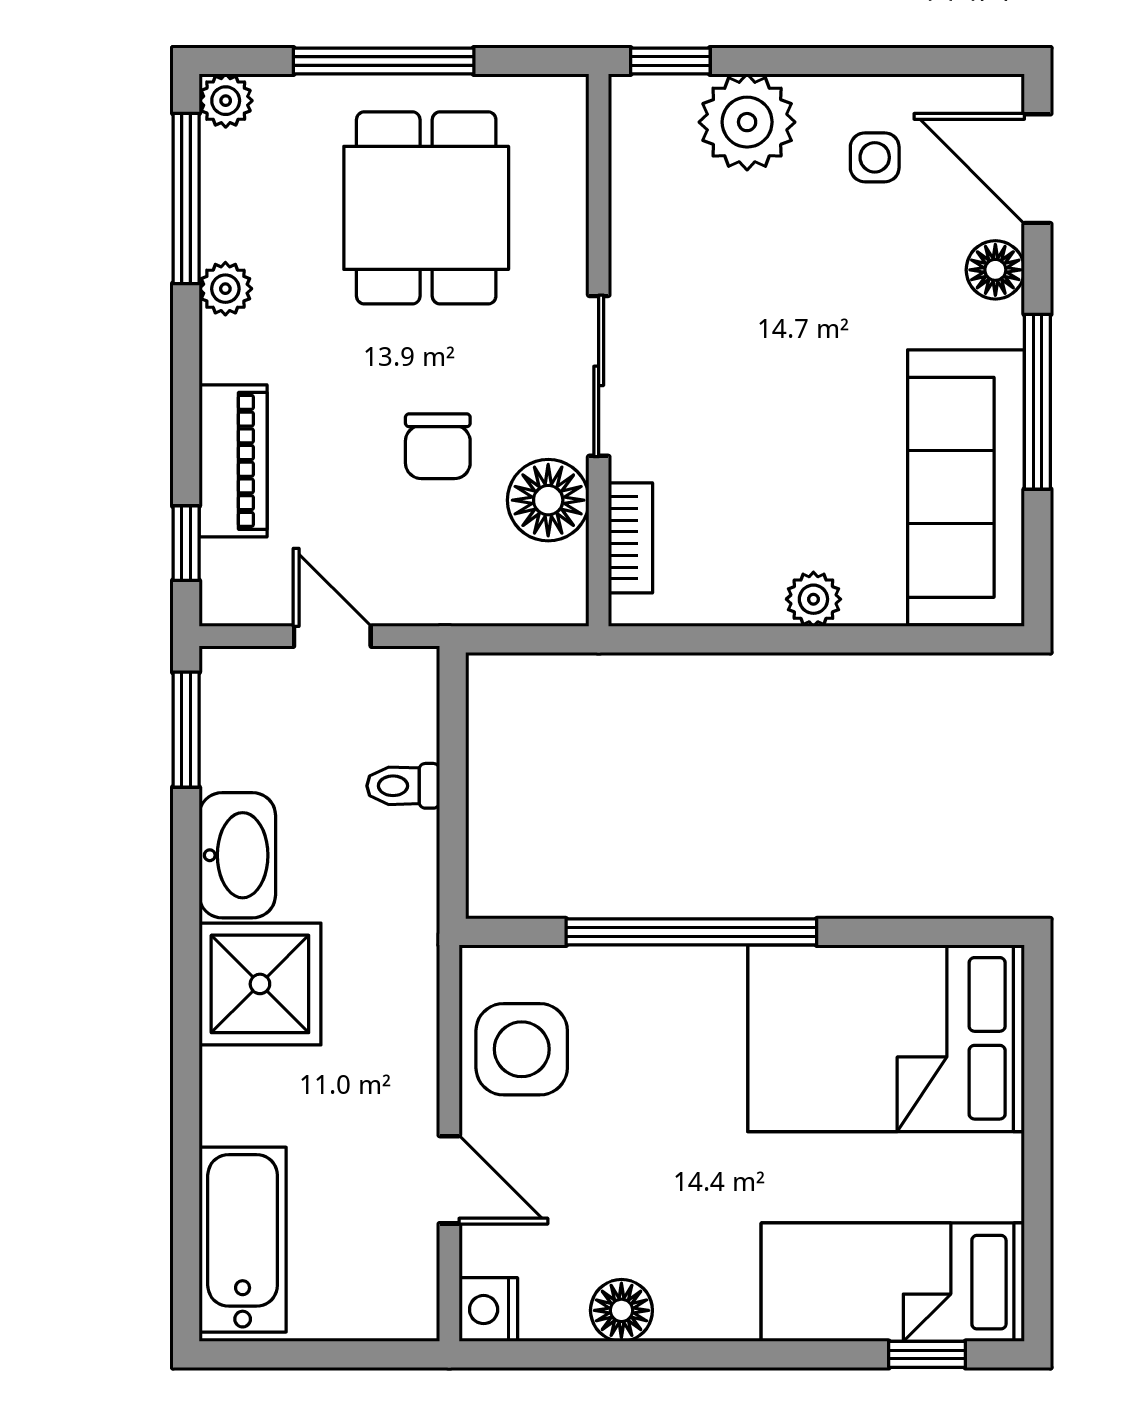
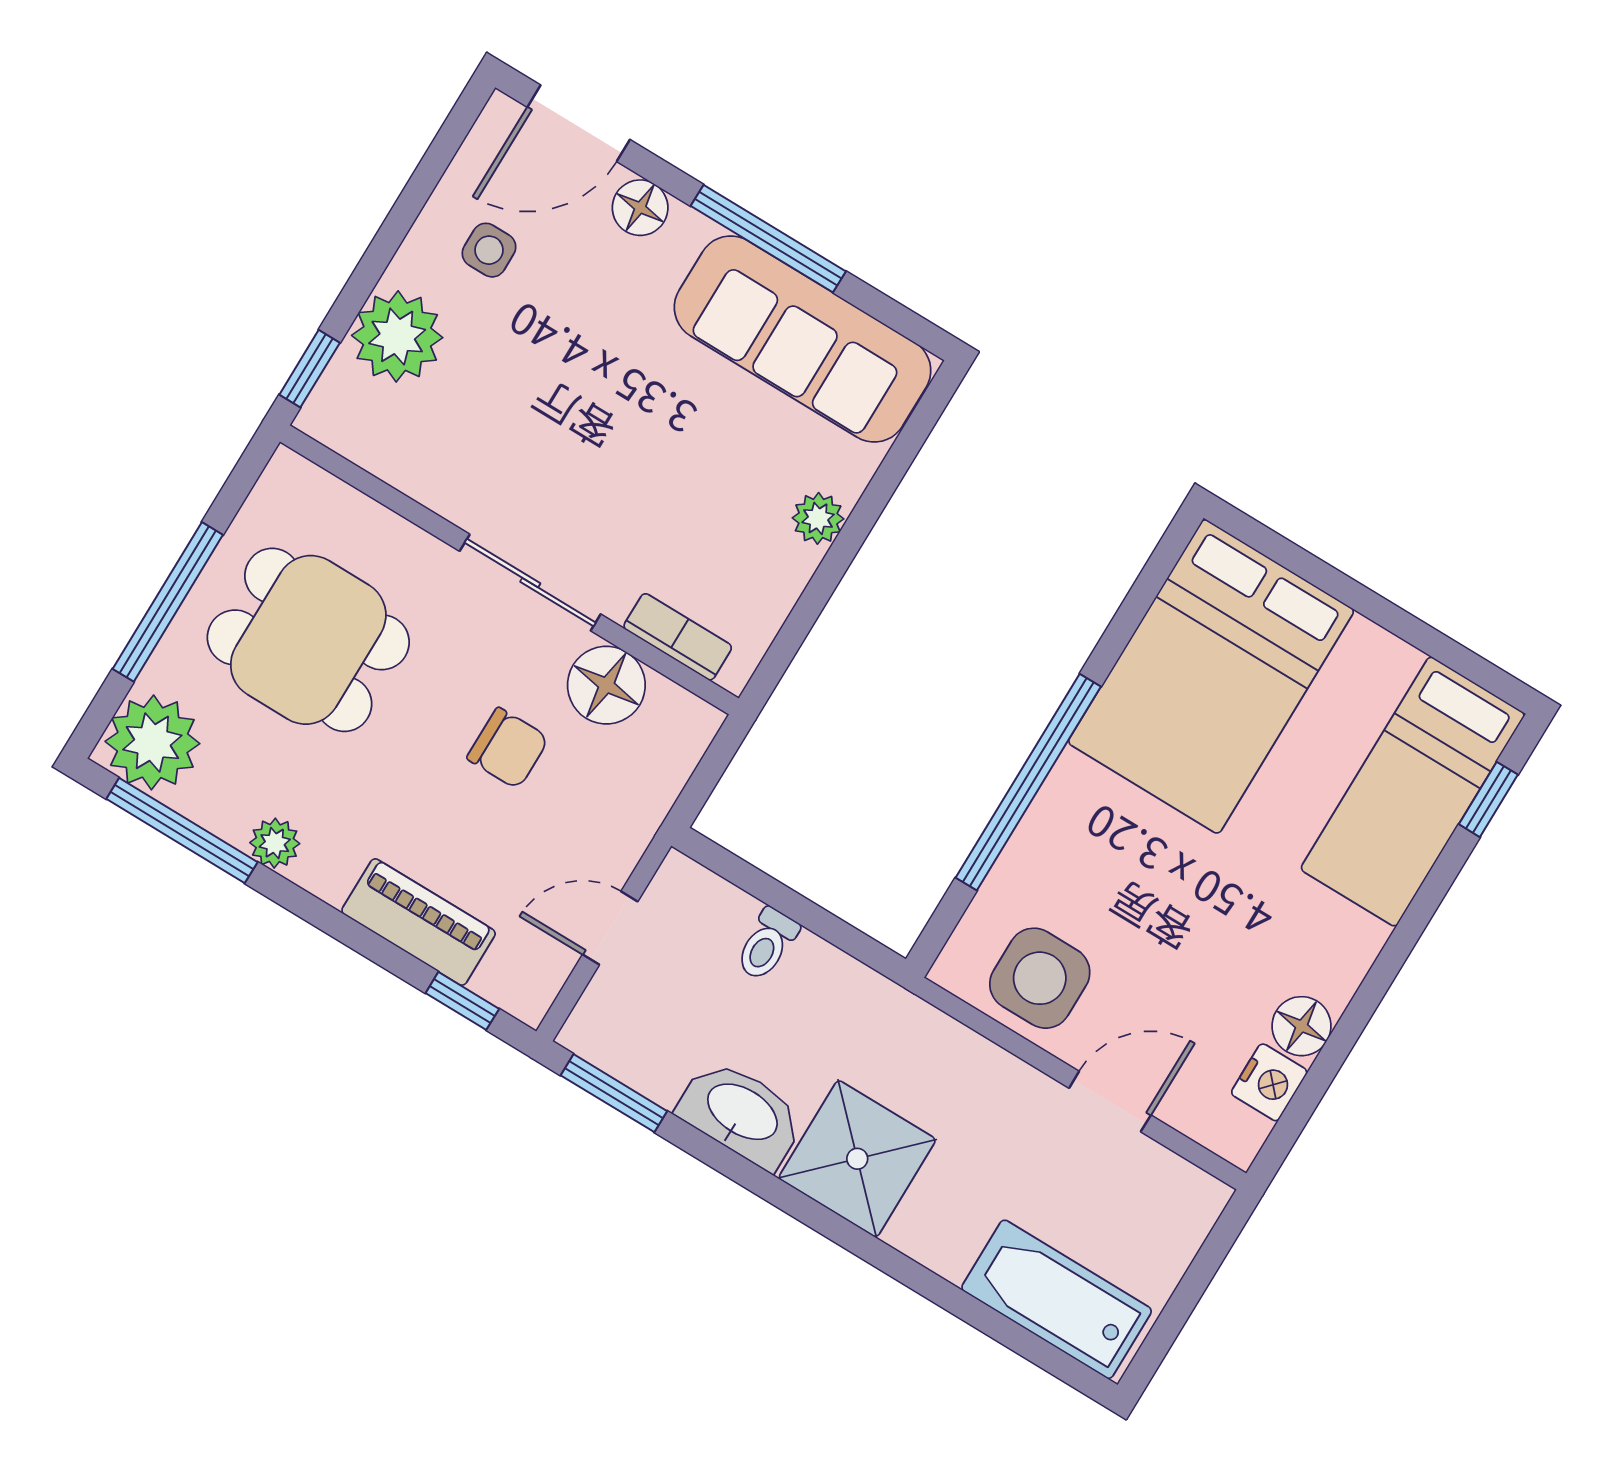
plant: (226, 101) -> (152, 742), width x1.88, depth x1.88
nightstand: (488, 1310) -> (1269, 1082), moved, turned -90

